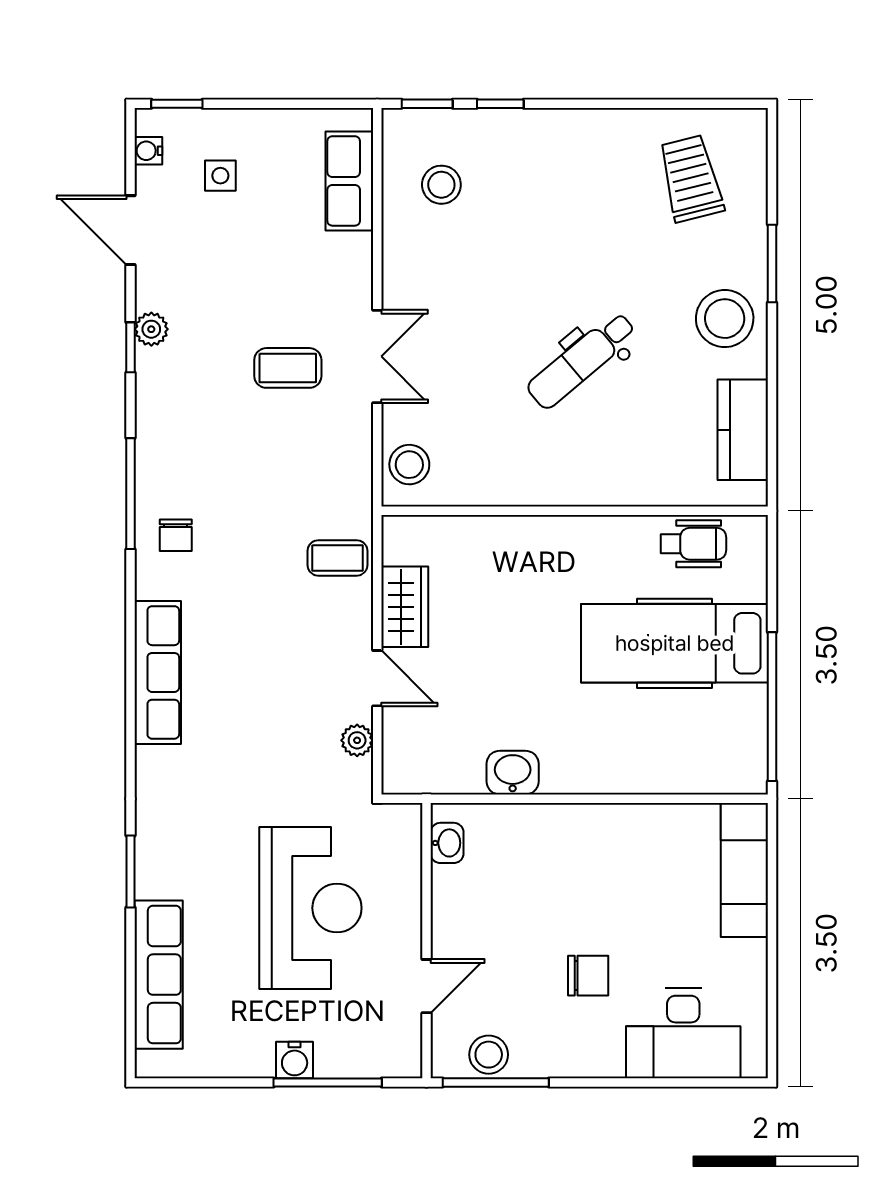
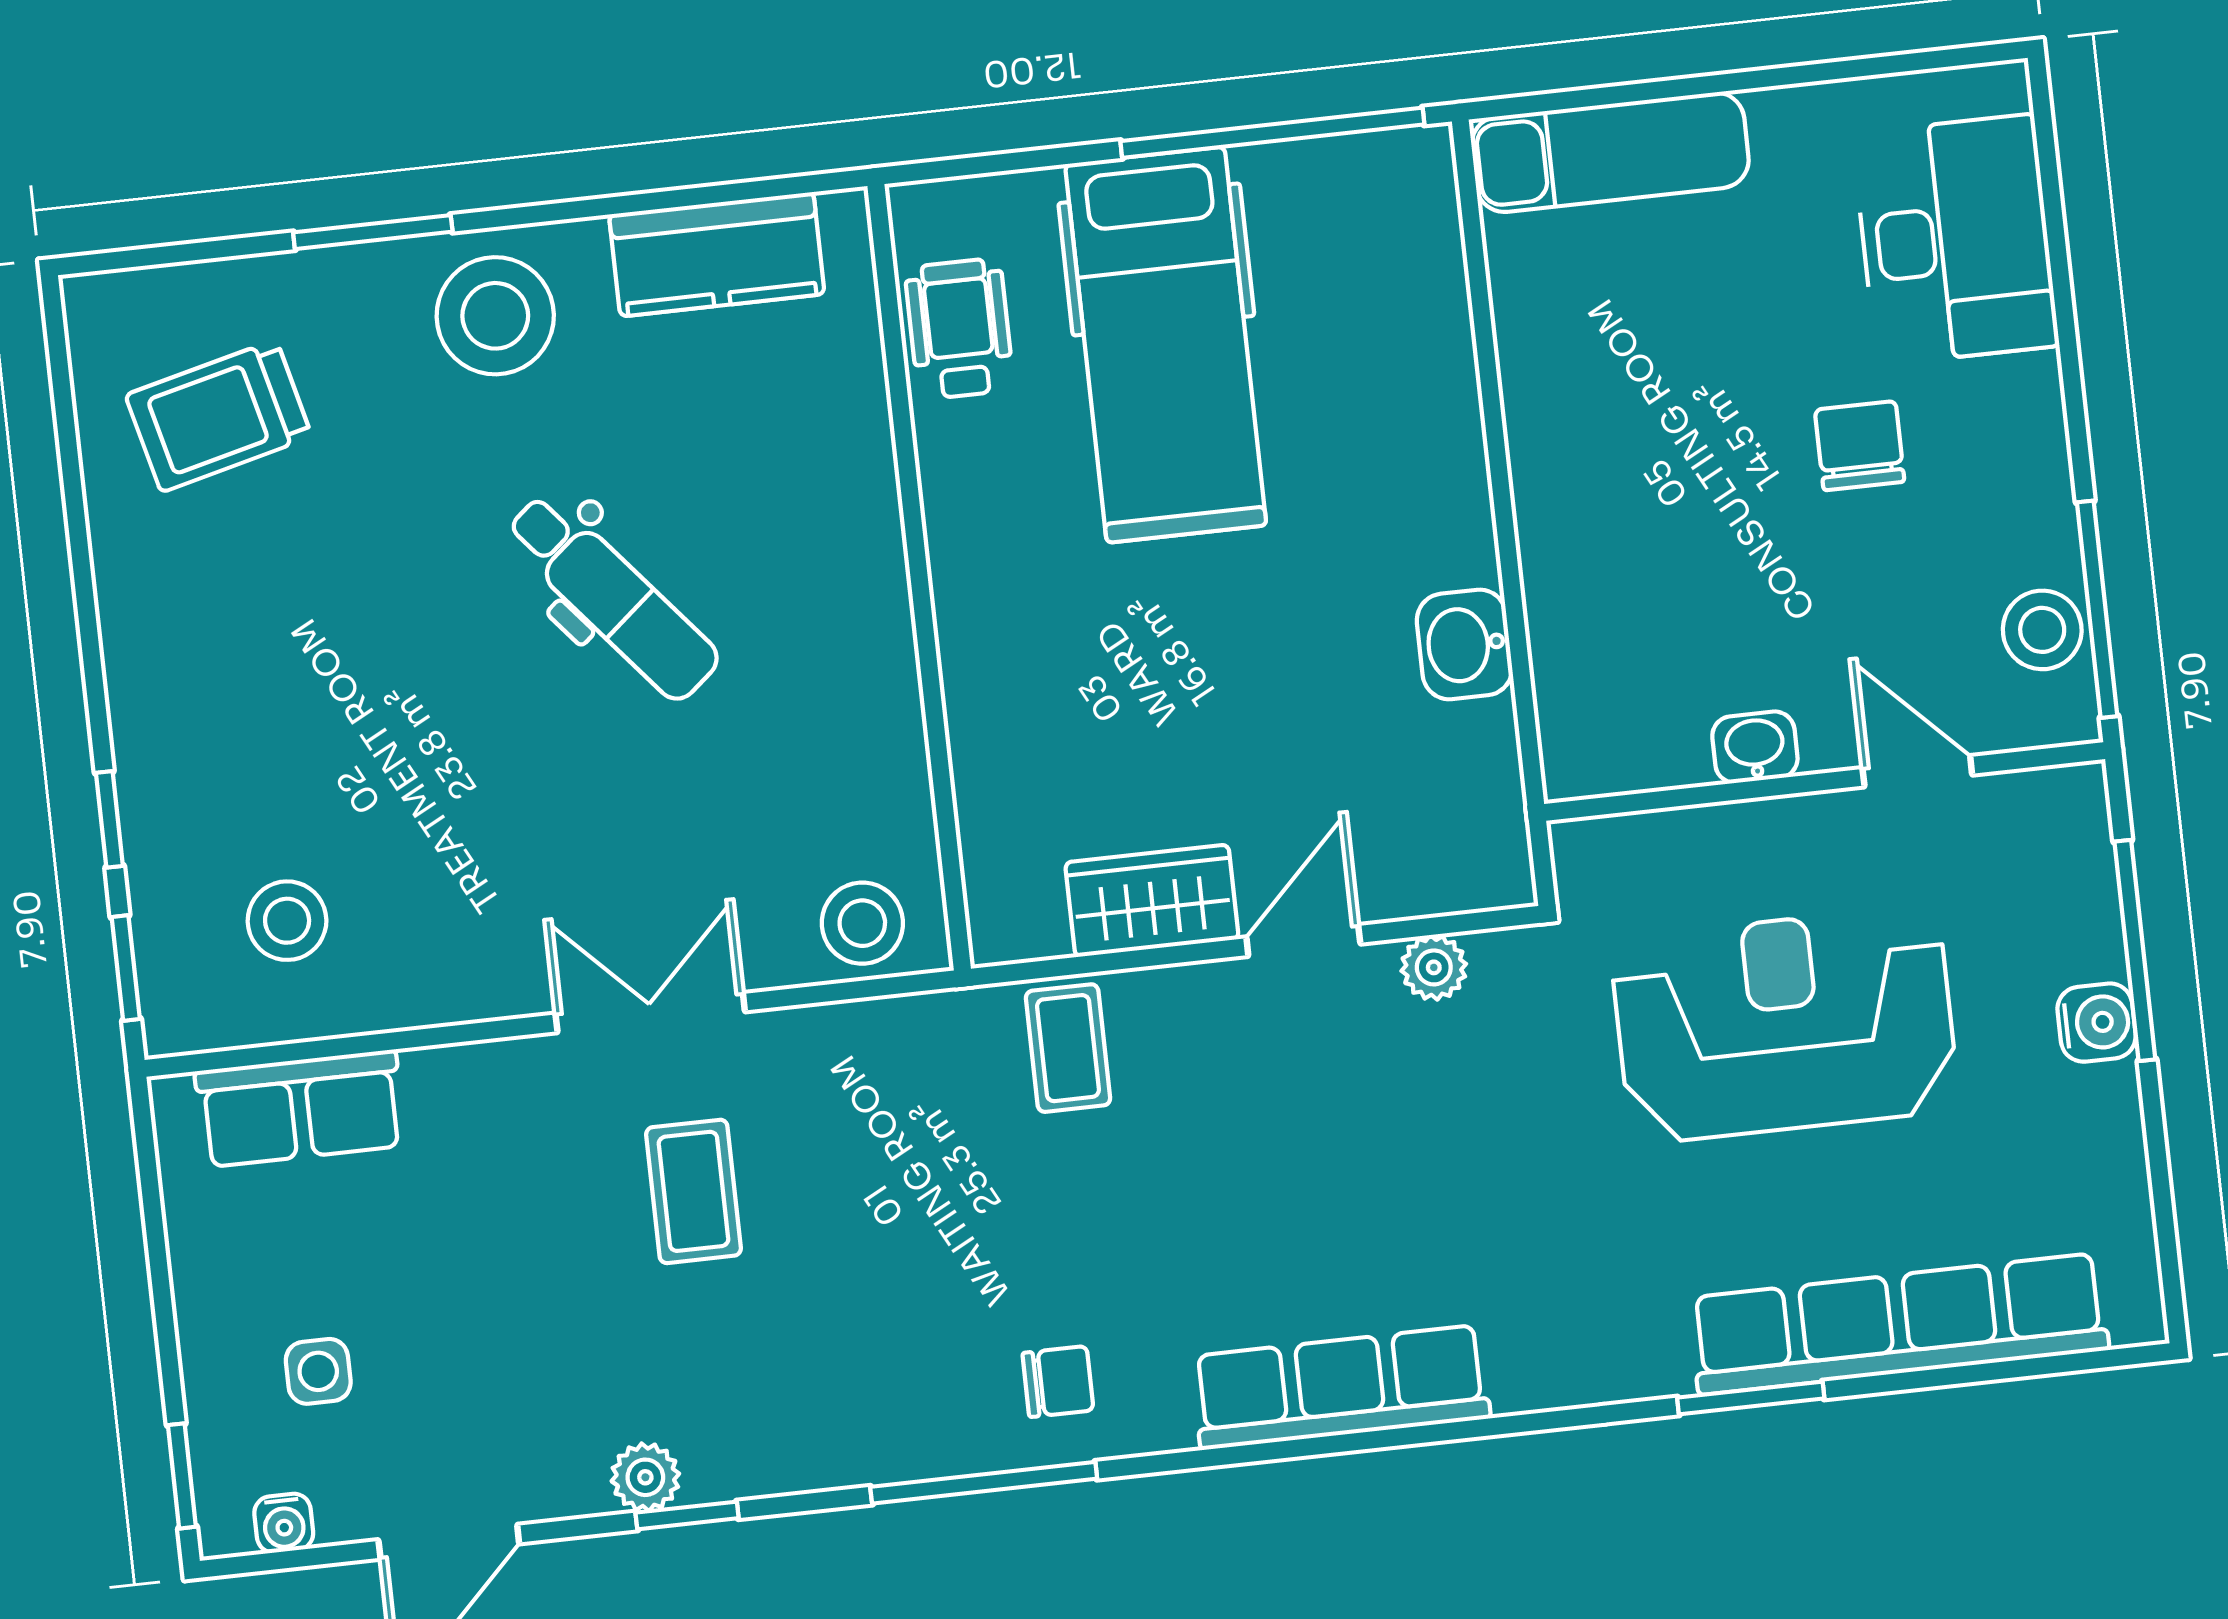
washbasin: (447, 843) -> (1755, 747), moved
row of seats: (159, 975) -> (1899, 1324), width x1.36

